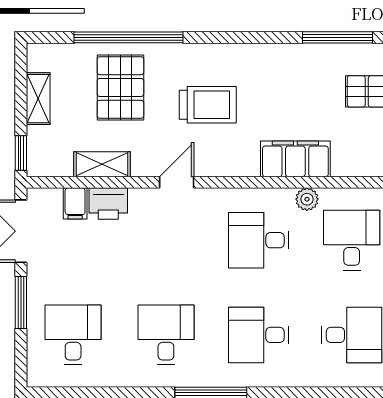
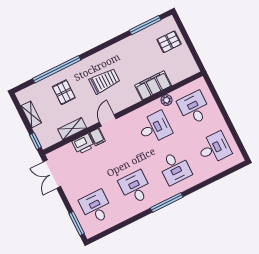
pallet: (120, 87) -> (64, 92), width x0.67, depth x0.71
filing cabinet: (75, 203) -> (97, 137), moved
desk: (259, 240) -> (155, 128), turned 180
window: (21, 302) -> (77, 224), moved
desk: (259, 335) -> (175, 168), turned -90

